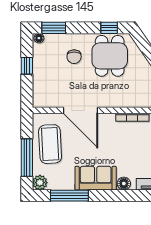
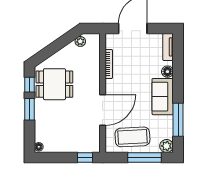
window: (54, 28) -> (30, 109), moved
chair: (74, 57) -> (55, 116), removed
window: (27, 66) -> (85, 158), moved

